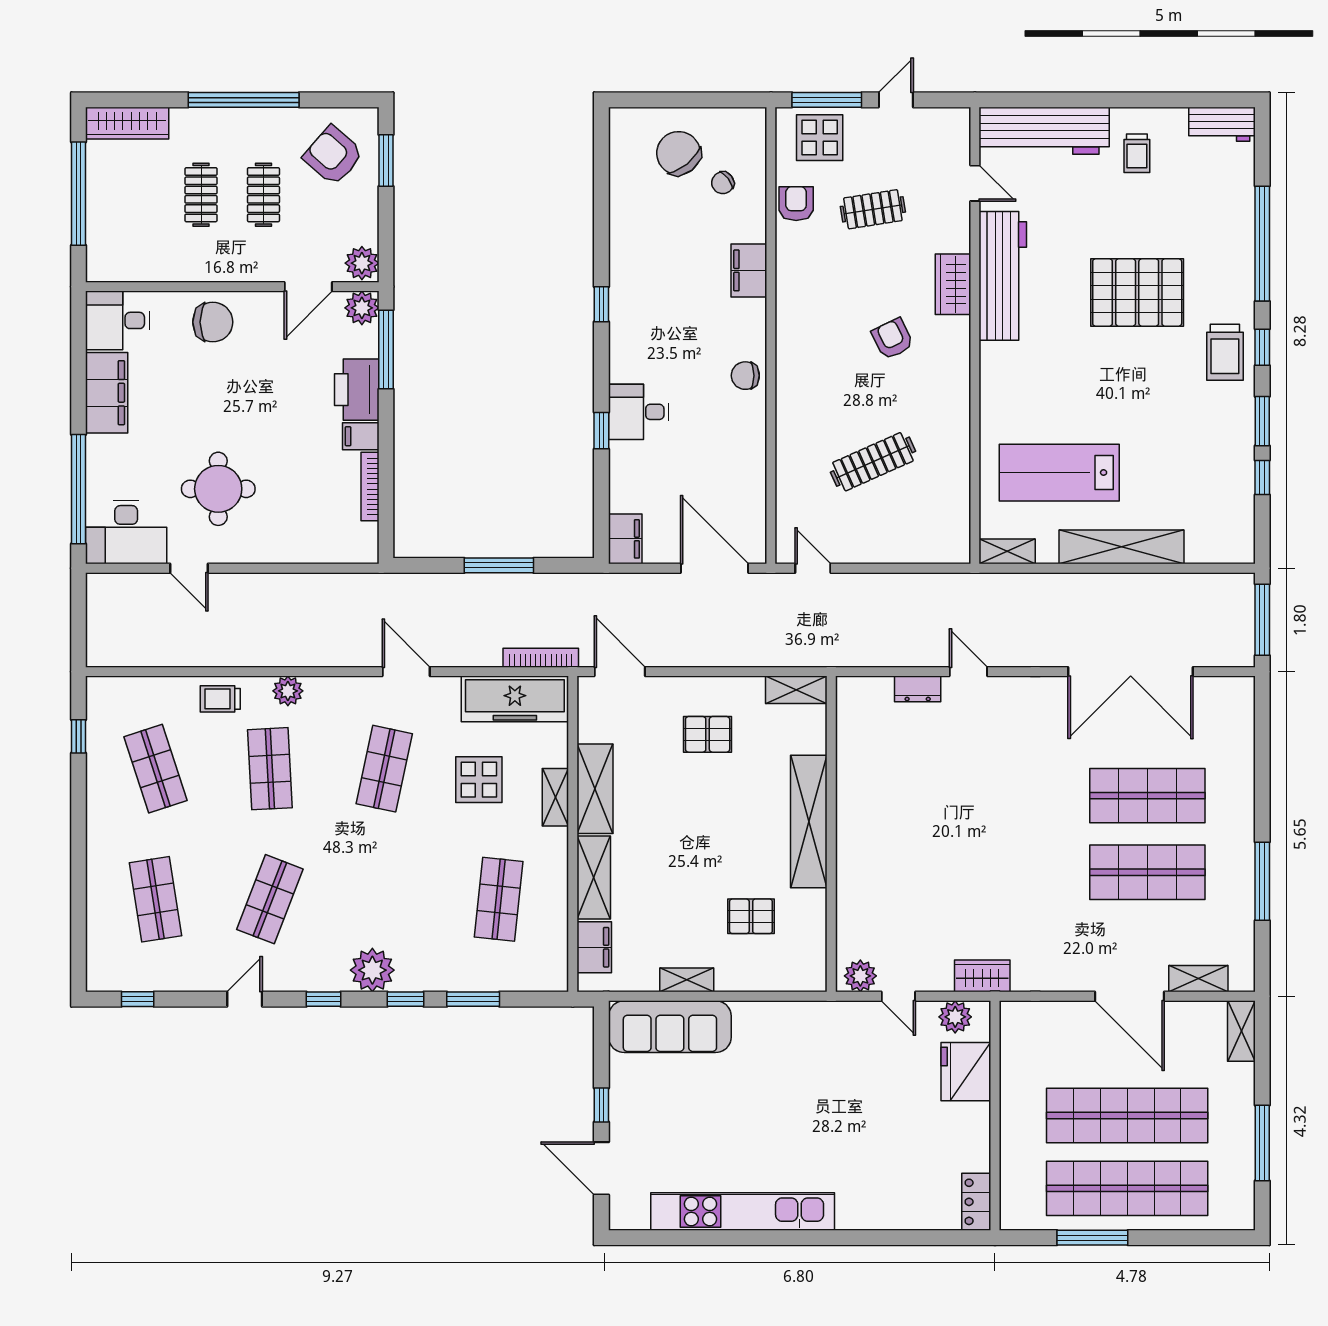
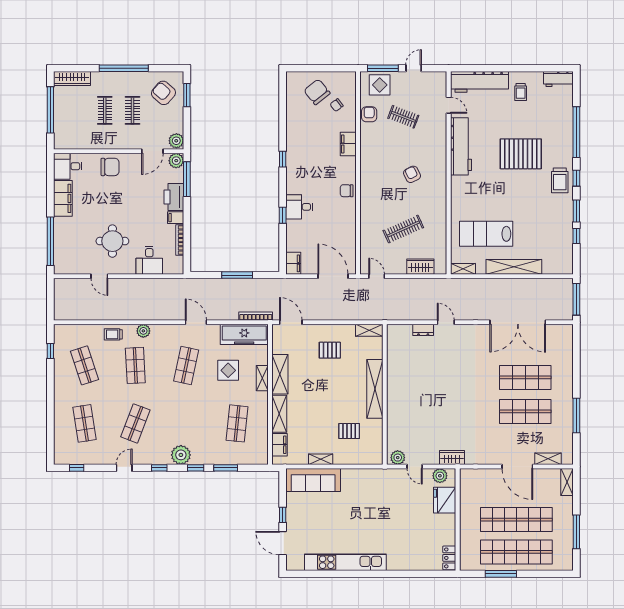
clothes rail: (873, 209) -> (403, 117), turned 30
wardrobe: (953, 284) -> (420, 267), moved, turned 90
desk: (126, 532) -> (149, 260), moved, width x0.73

